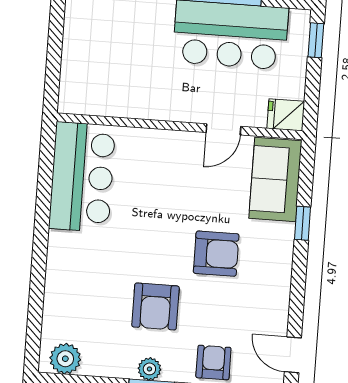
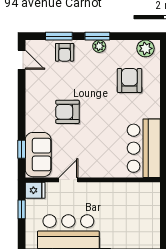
window: (316, 40) -> (22, 209), moved
window: (303, 223) -> (22, 149), moved
armchair: (155, 306) -> (129, 80), moved

